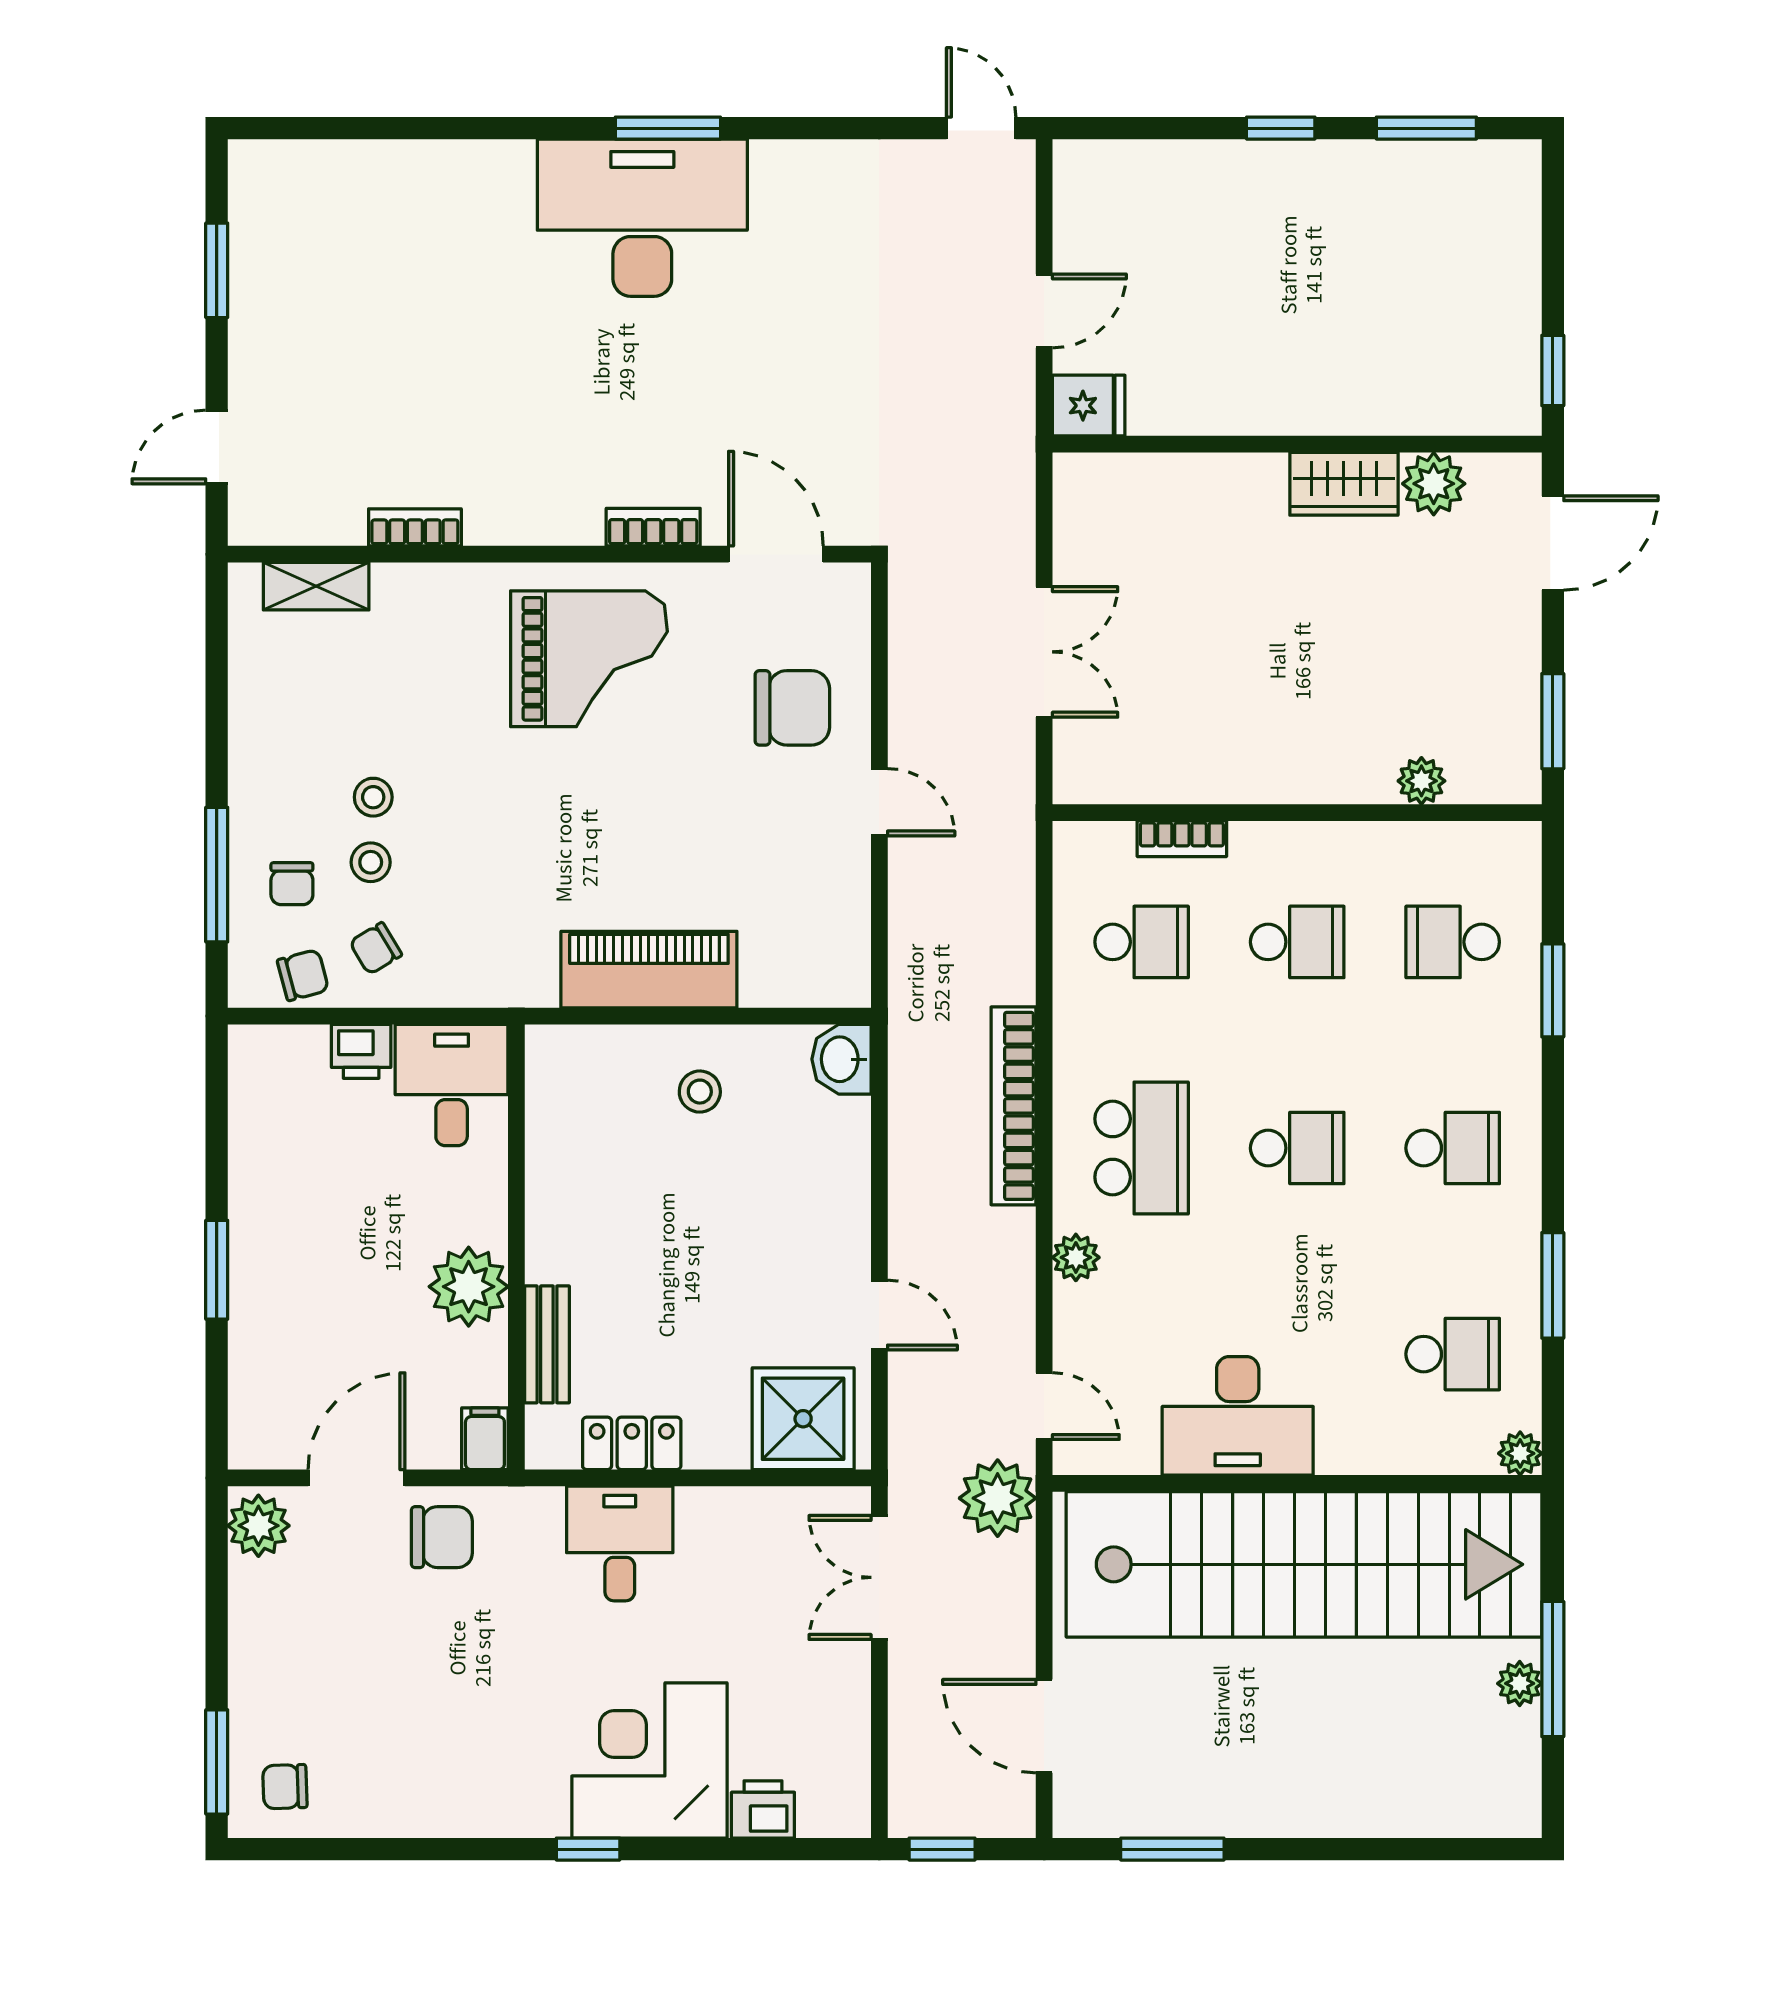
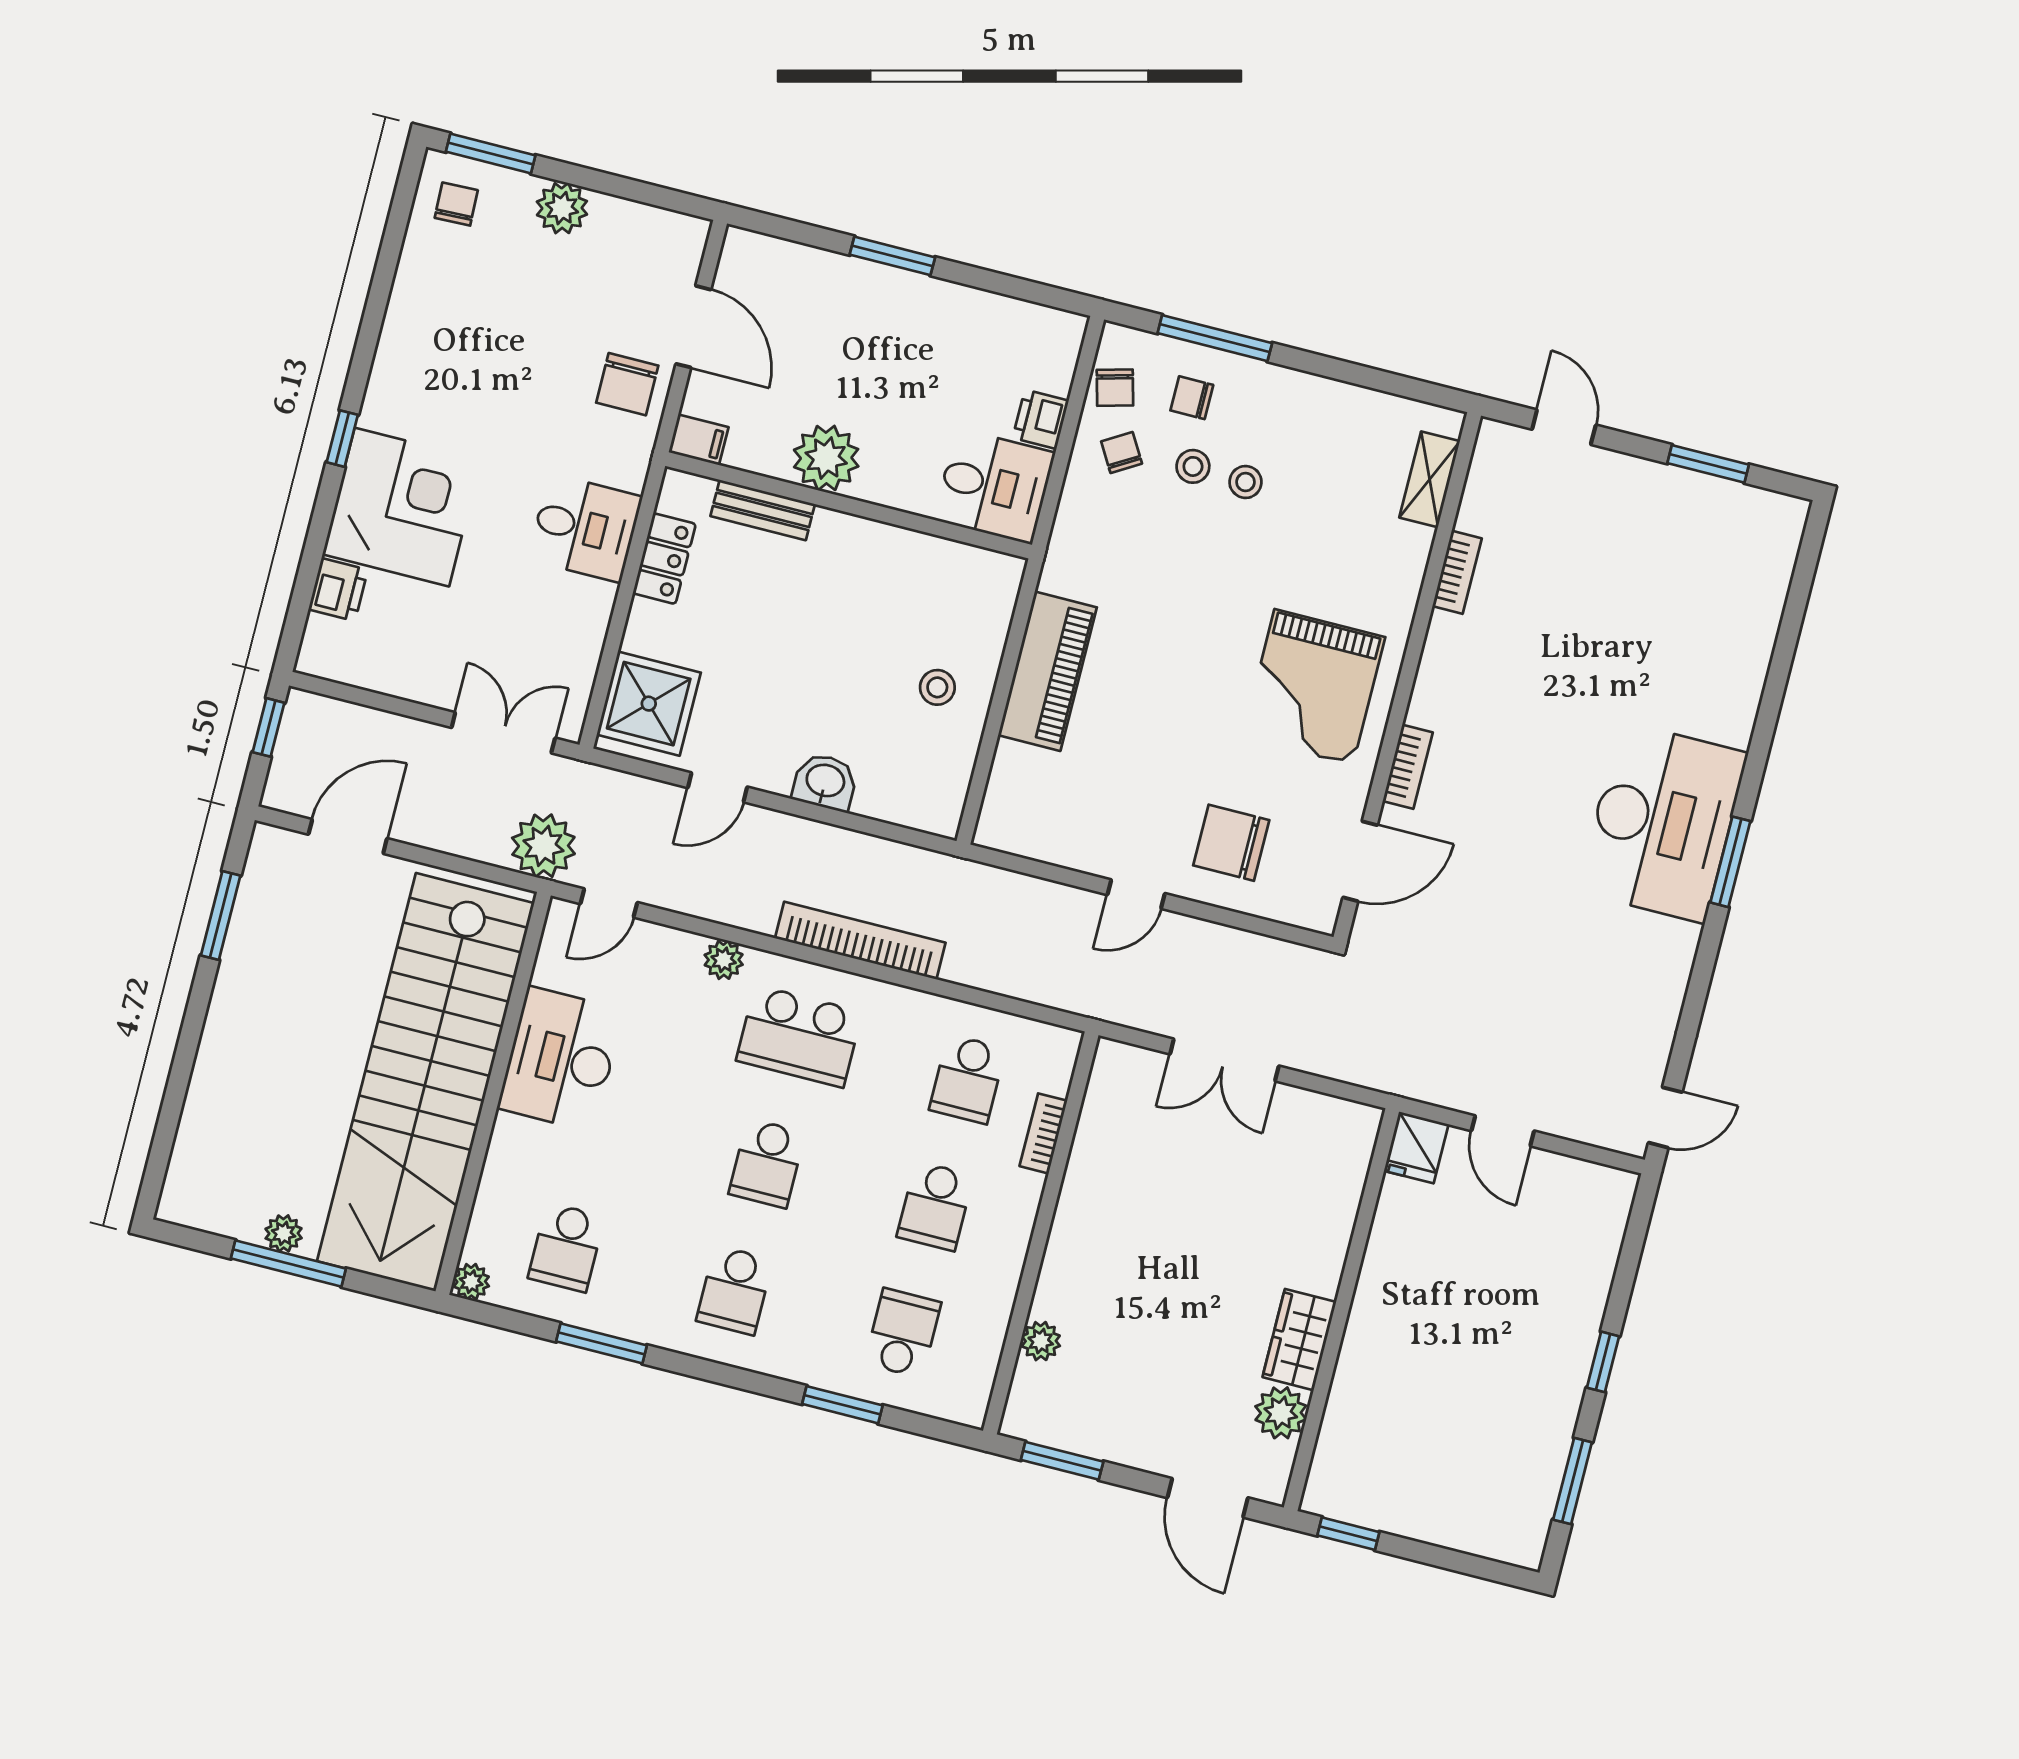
chair: (792, 708) -> (1231, 843), turned 90
washbasin: (841, 1059) -> (825, 782), moved
plant: (258, 1526) -> (562, 208), moved

